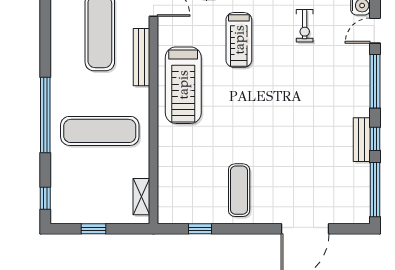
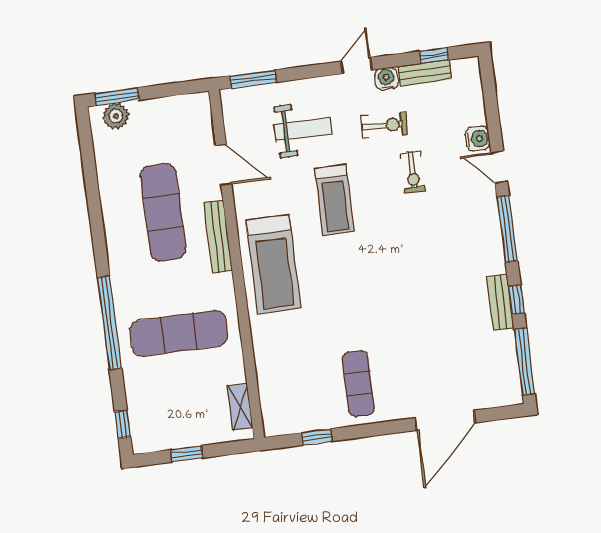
door: (375, 31) -> (499, 167), hinge flipped

